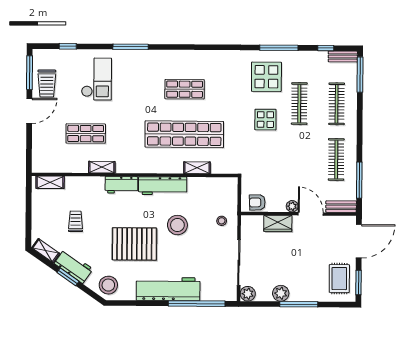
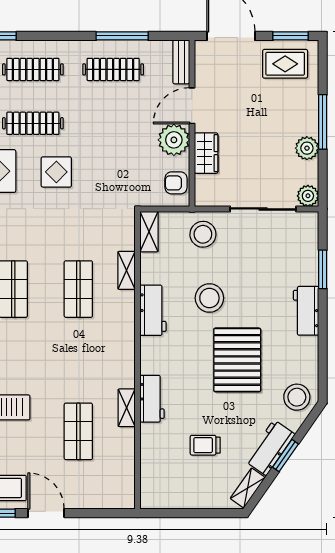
shop shelf: (184, 134) -> (78, 289), width x0.50, depth x0.74
window: (359, 180) -> (122, 36), moved
shelving: (50, 182) -> (149, 232), moved
workbench: (121, 185) -> (152, 399), moved
workbench: (163, 186) -> (153, 310), width x0.73
armchair: (257, 202) -> (176, 183), turned 92
plant: (292, 206) -> (174, 140), width x1.88, depth x1.88
stool: (222, 221) -> (203, 234), width x1.89, depth x1.89
workbench: (168, 289) -> (306, 311), width x0.53, depth x0.76
window: (197, 304) -> (323, 269), width x0.47

